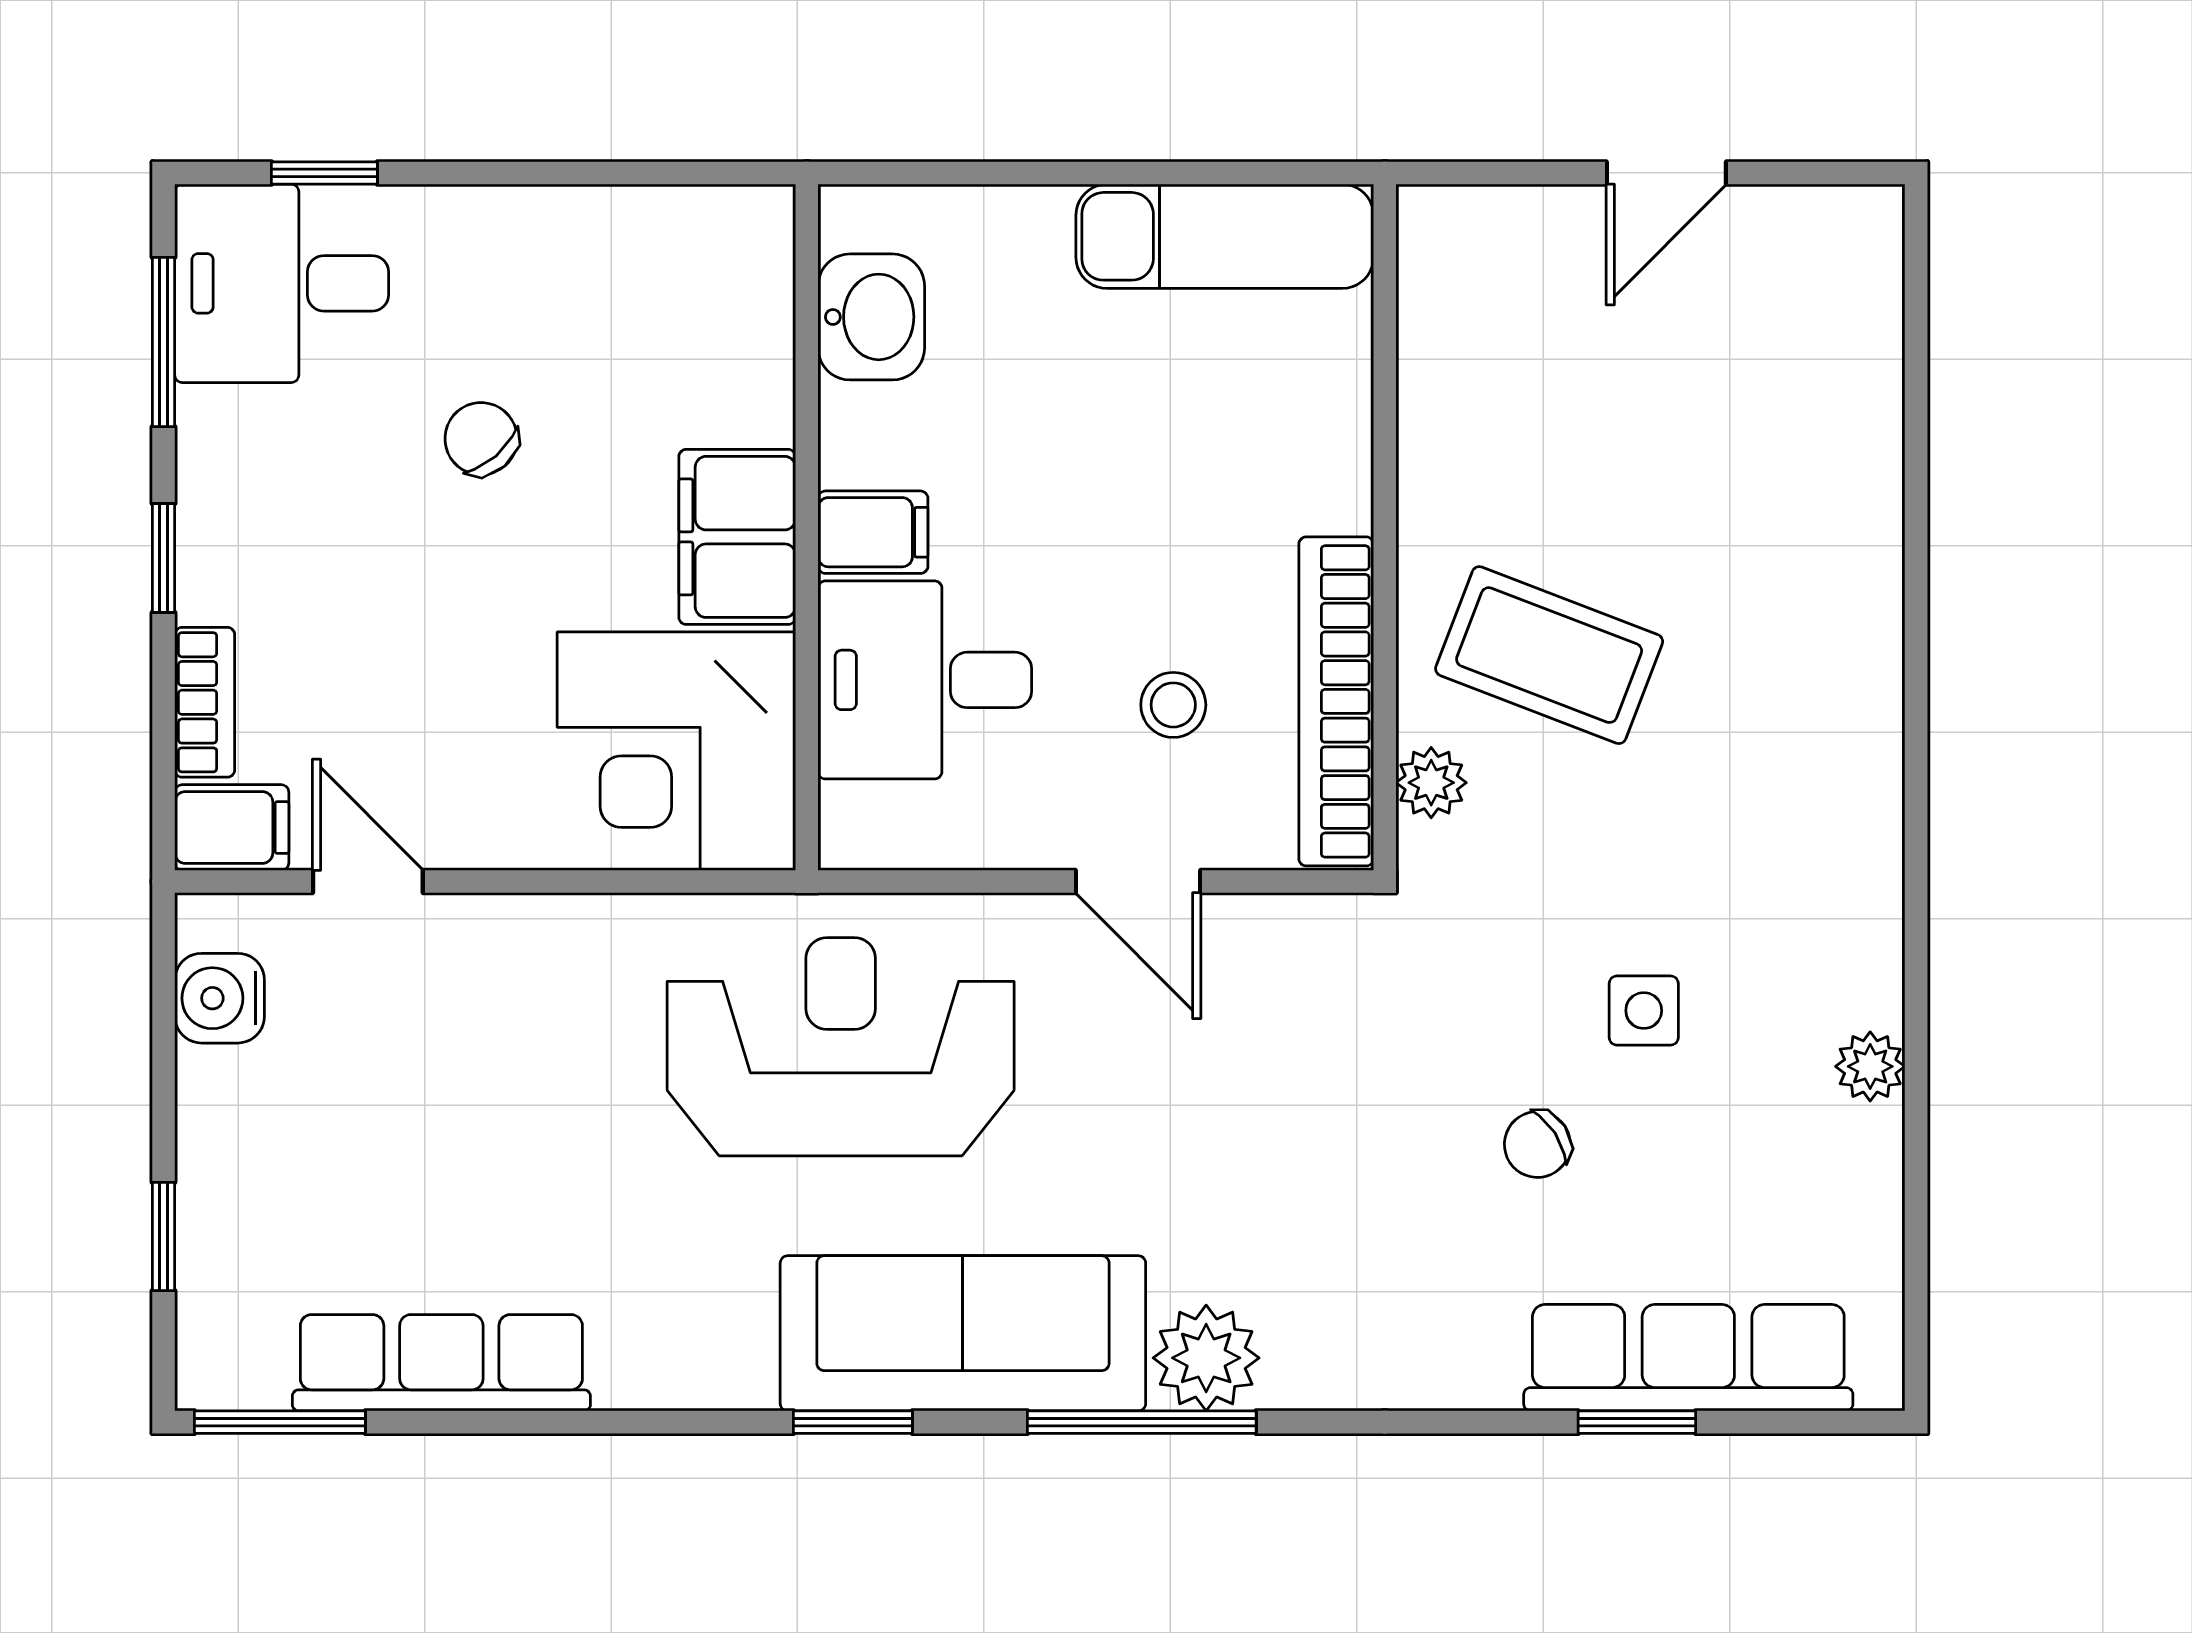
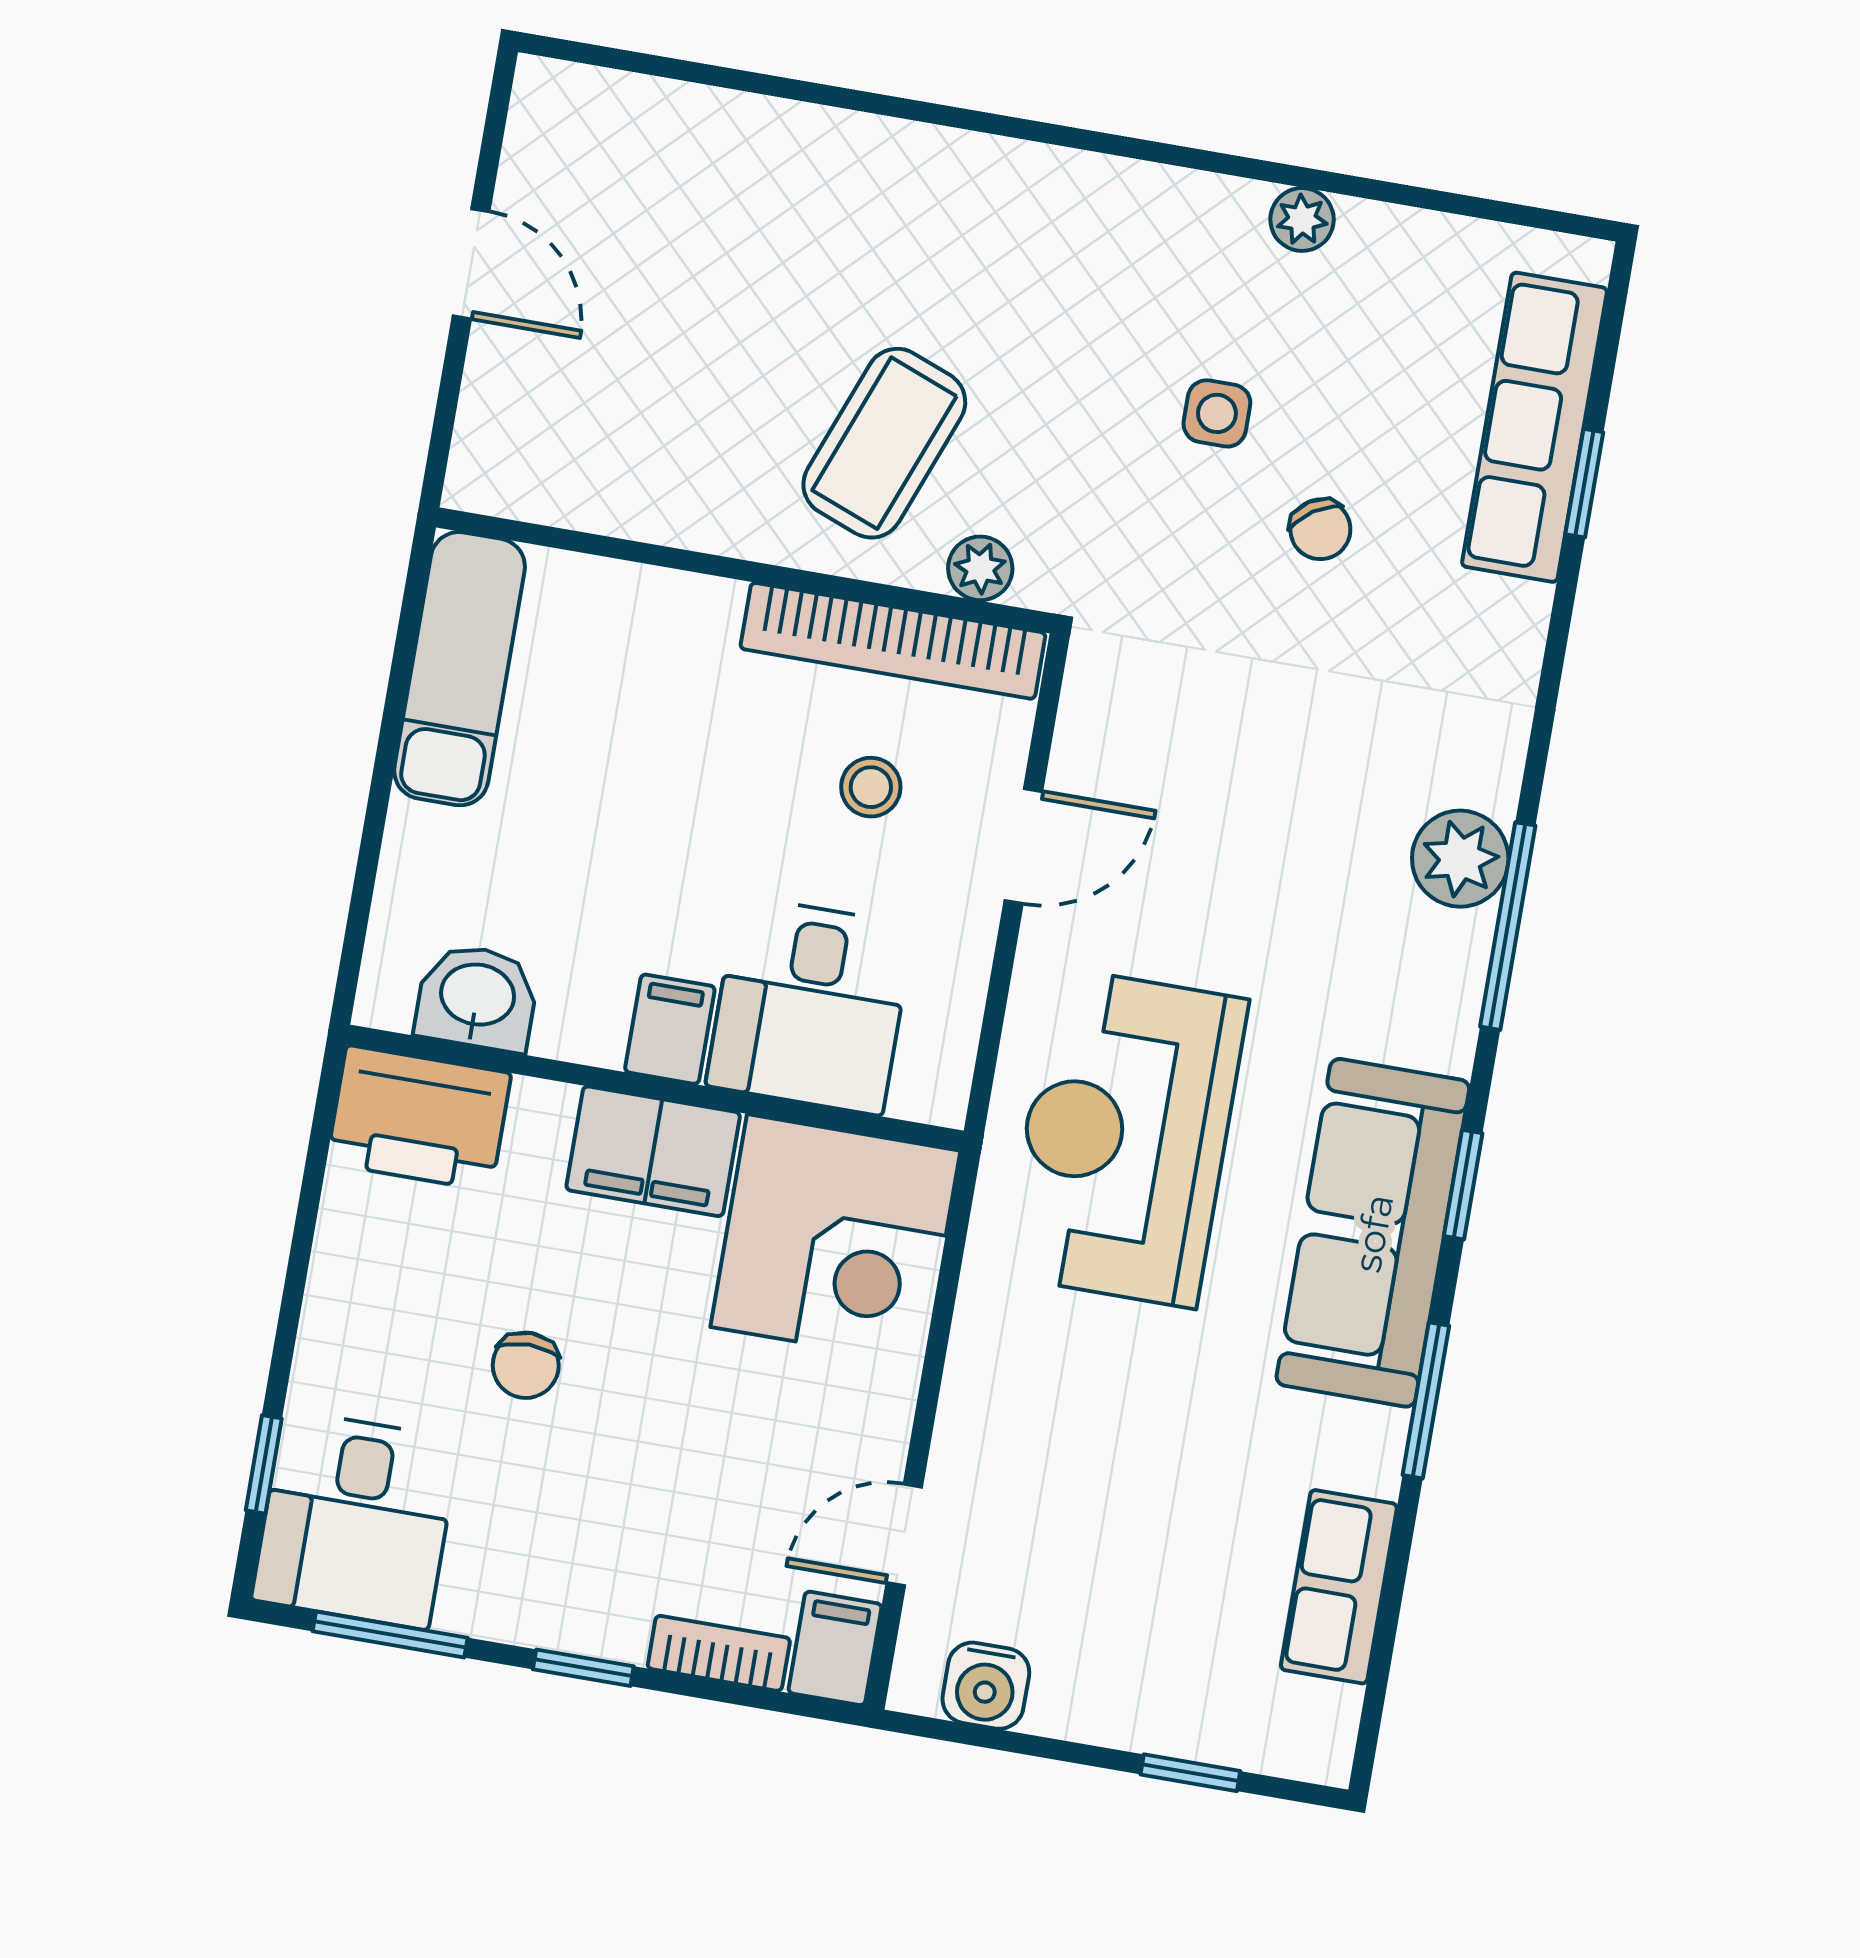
printer: (729, 276) -> (419, 1118), added
chair: (481, 439) -> (526, 1365), turned -49
sofa: (963, 1333) -> (1373, 1233), moved
row of seats: (441, 1363) -> (1339, 1587), width x0.68
window: (280, 1422) -> (1426, 1400), moved

